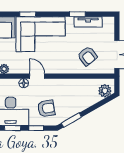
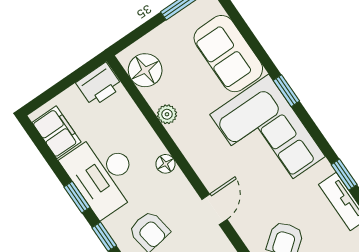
door: (37, 76) -> (214, 209), moved

